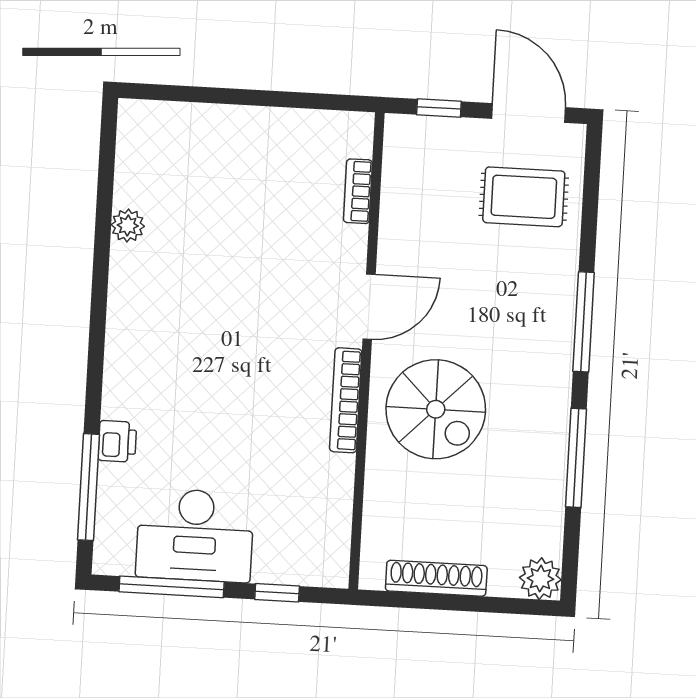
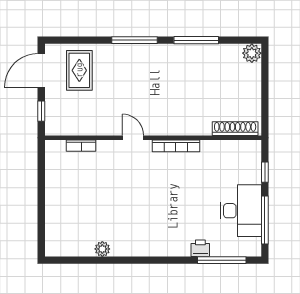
door: (369, 307) -> (133, 138), width x0.73
spiral stairs: (436, 409) -> (178, 105), removed
shoe rack: (436, 578) -> (235, 129), moved, turned 90

